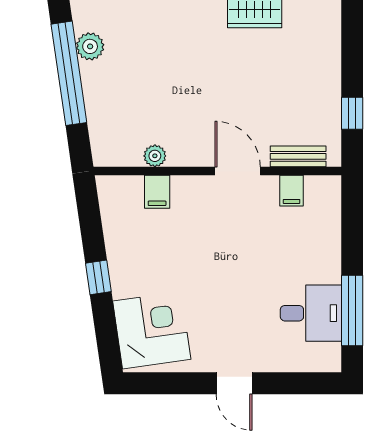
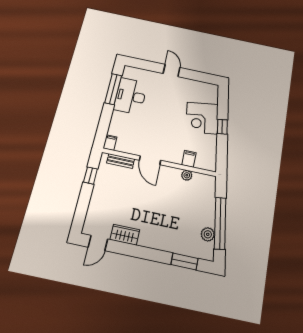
filing cabinet: (292, 191) -> (110, 143), moved
desk: (311, 313) -> (131, 96), width x1.37
corner desk: (152, 330) -> (202, 118), moved

